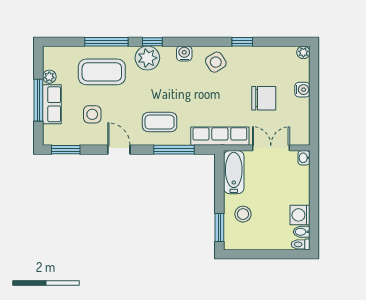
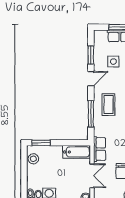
row of seats: (220, 136) -> (99, 149), width x0.68
window: (66, 150) -> (91, 55), moved
stool: (243, 214) -> (33, 159), moved

